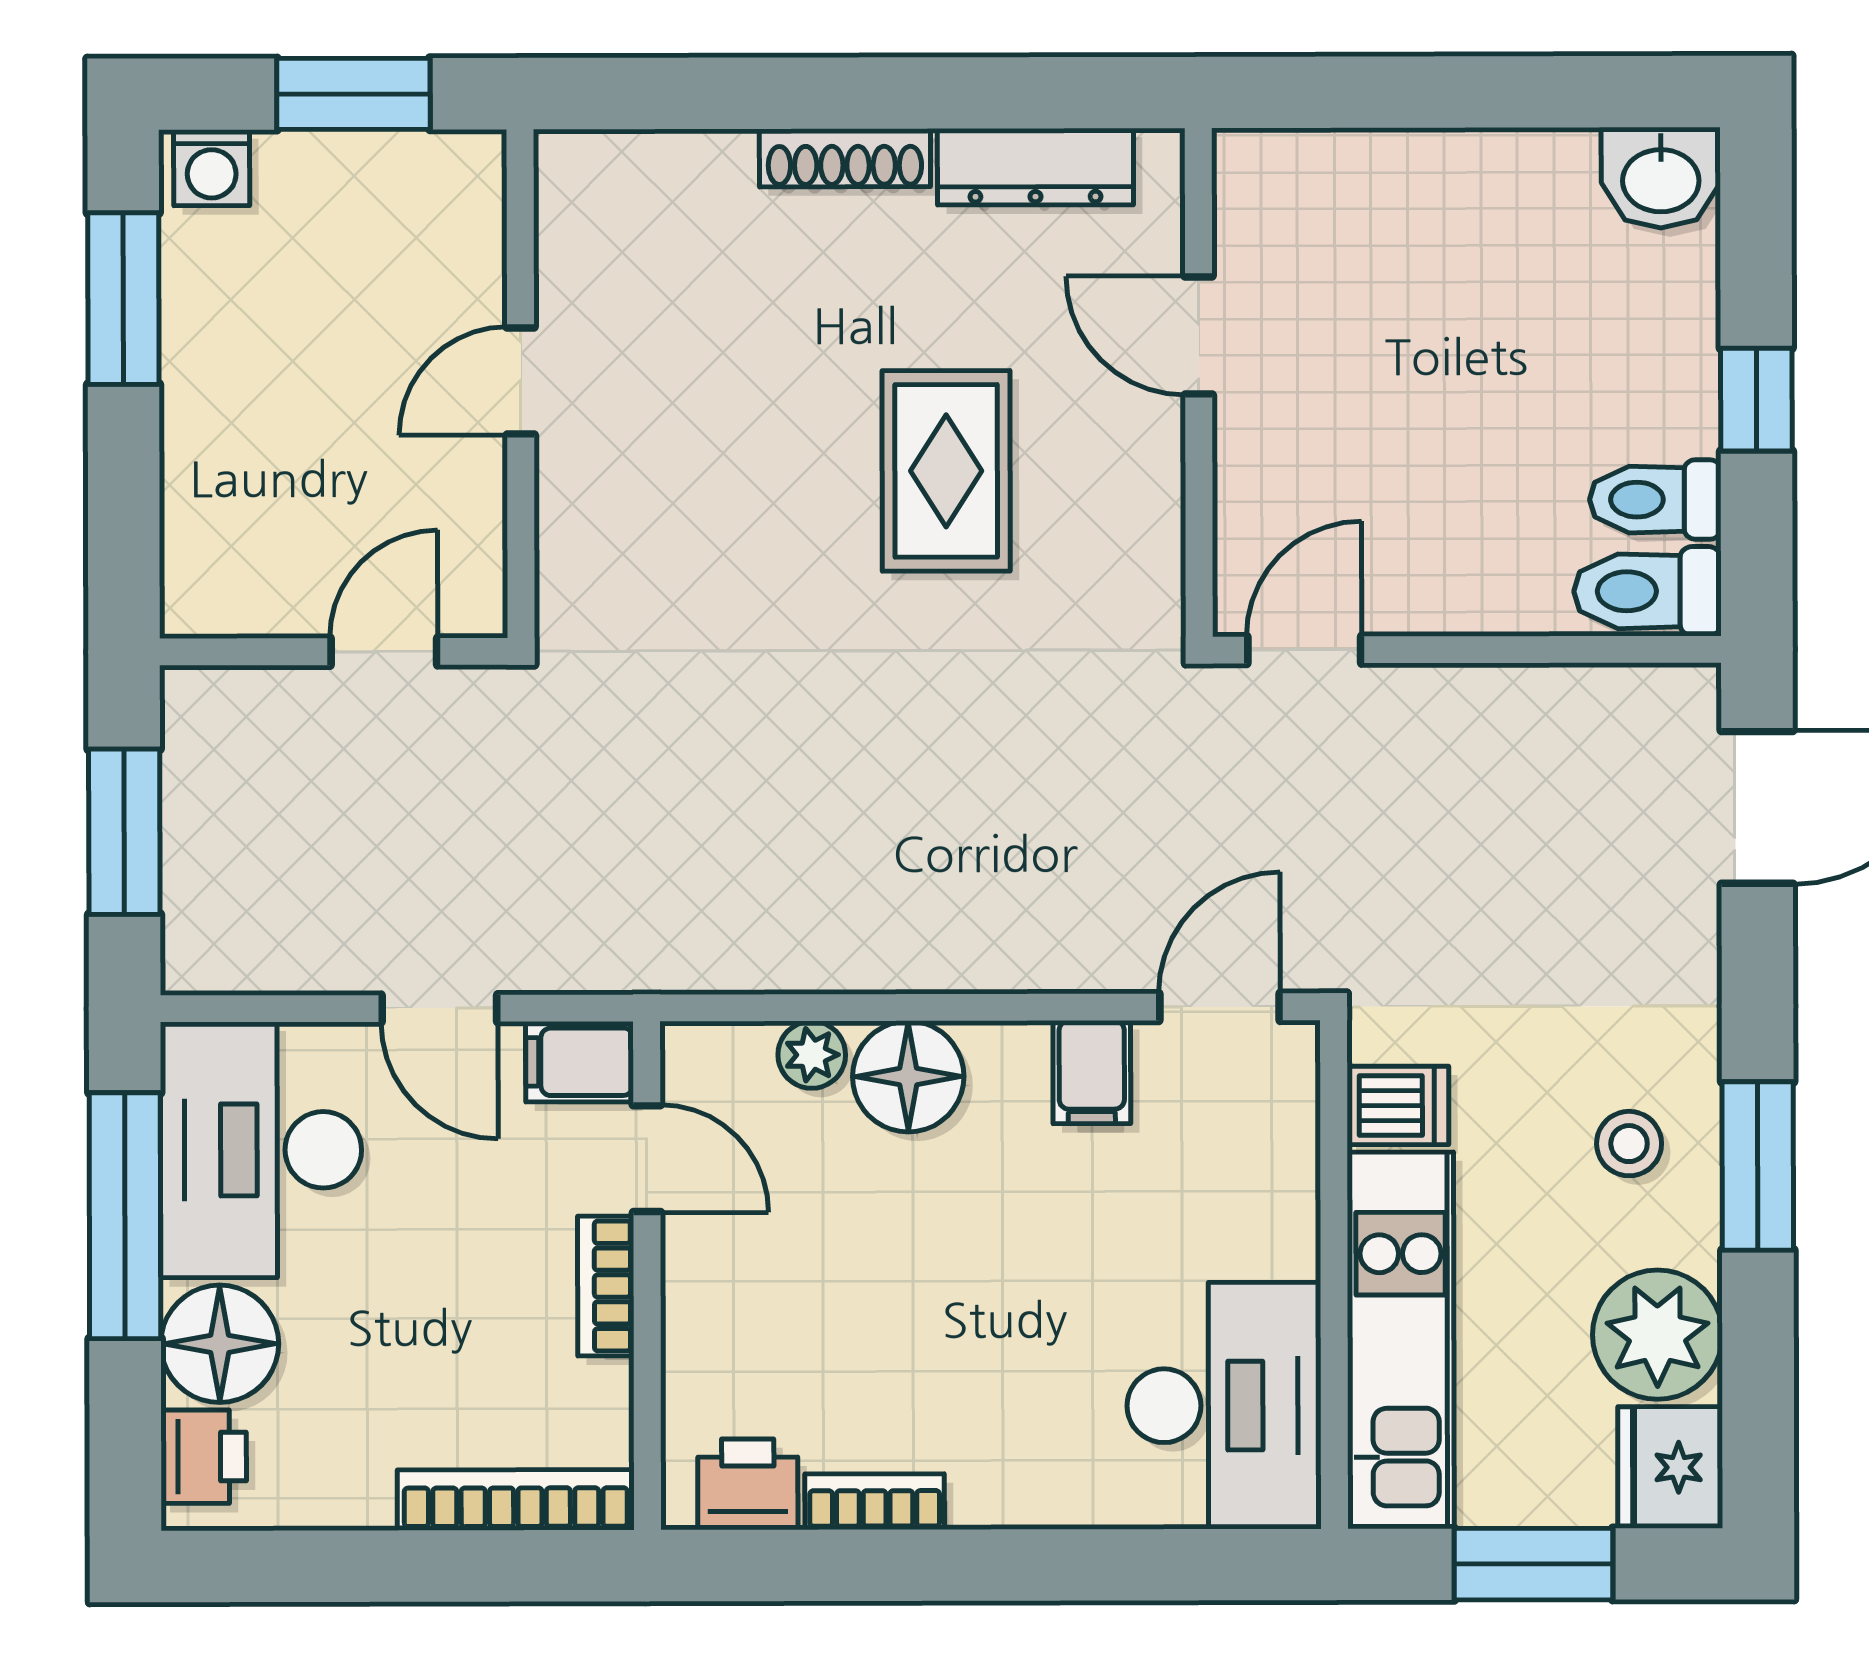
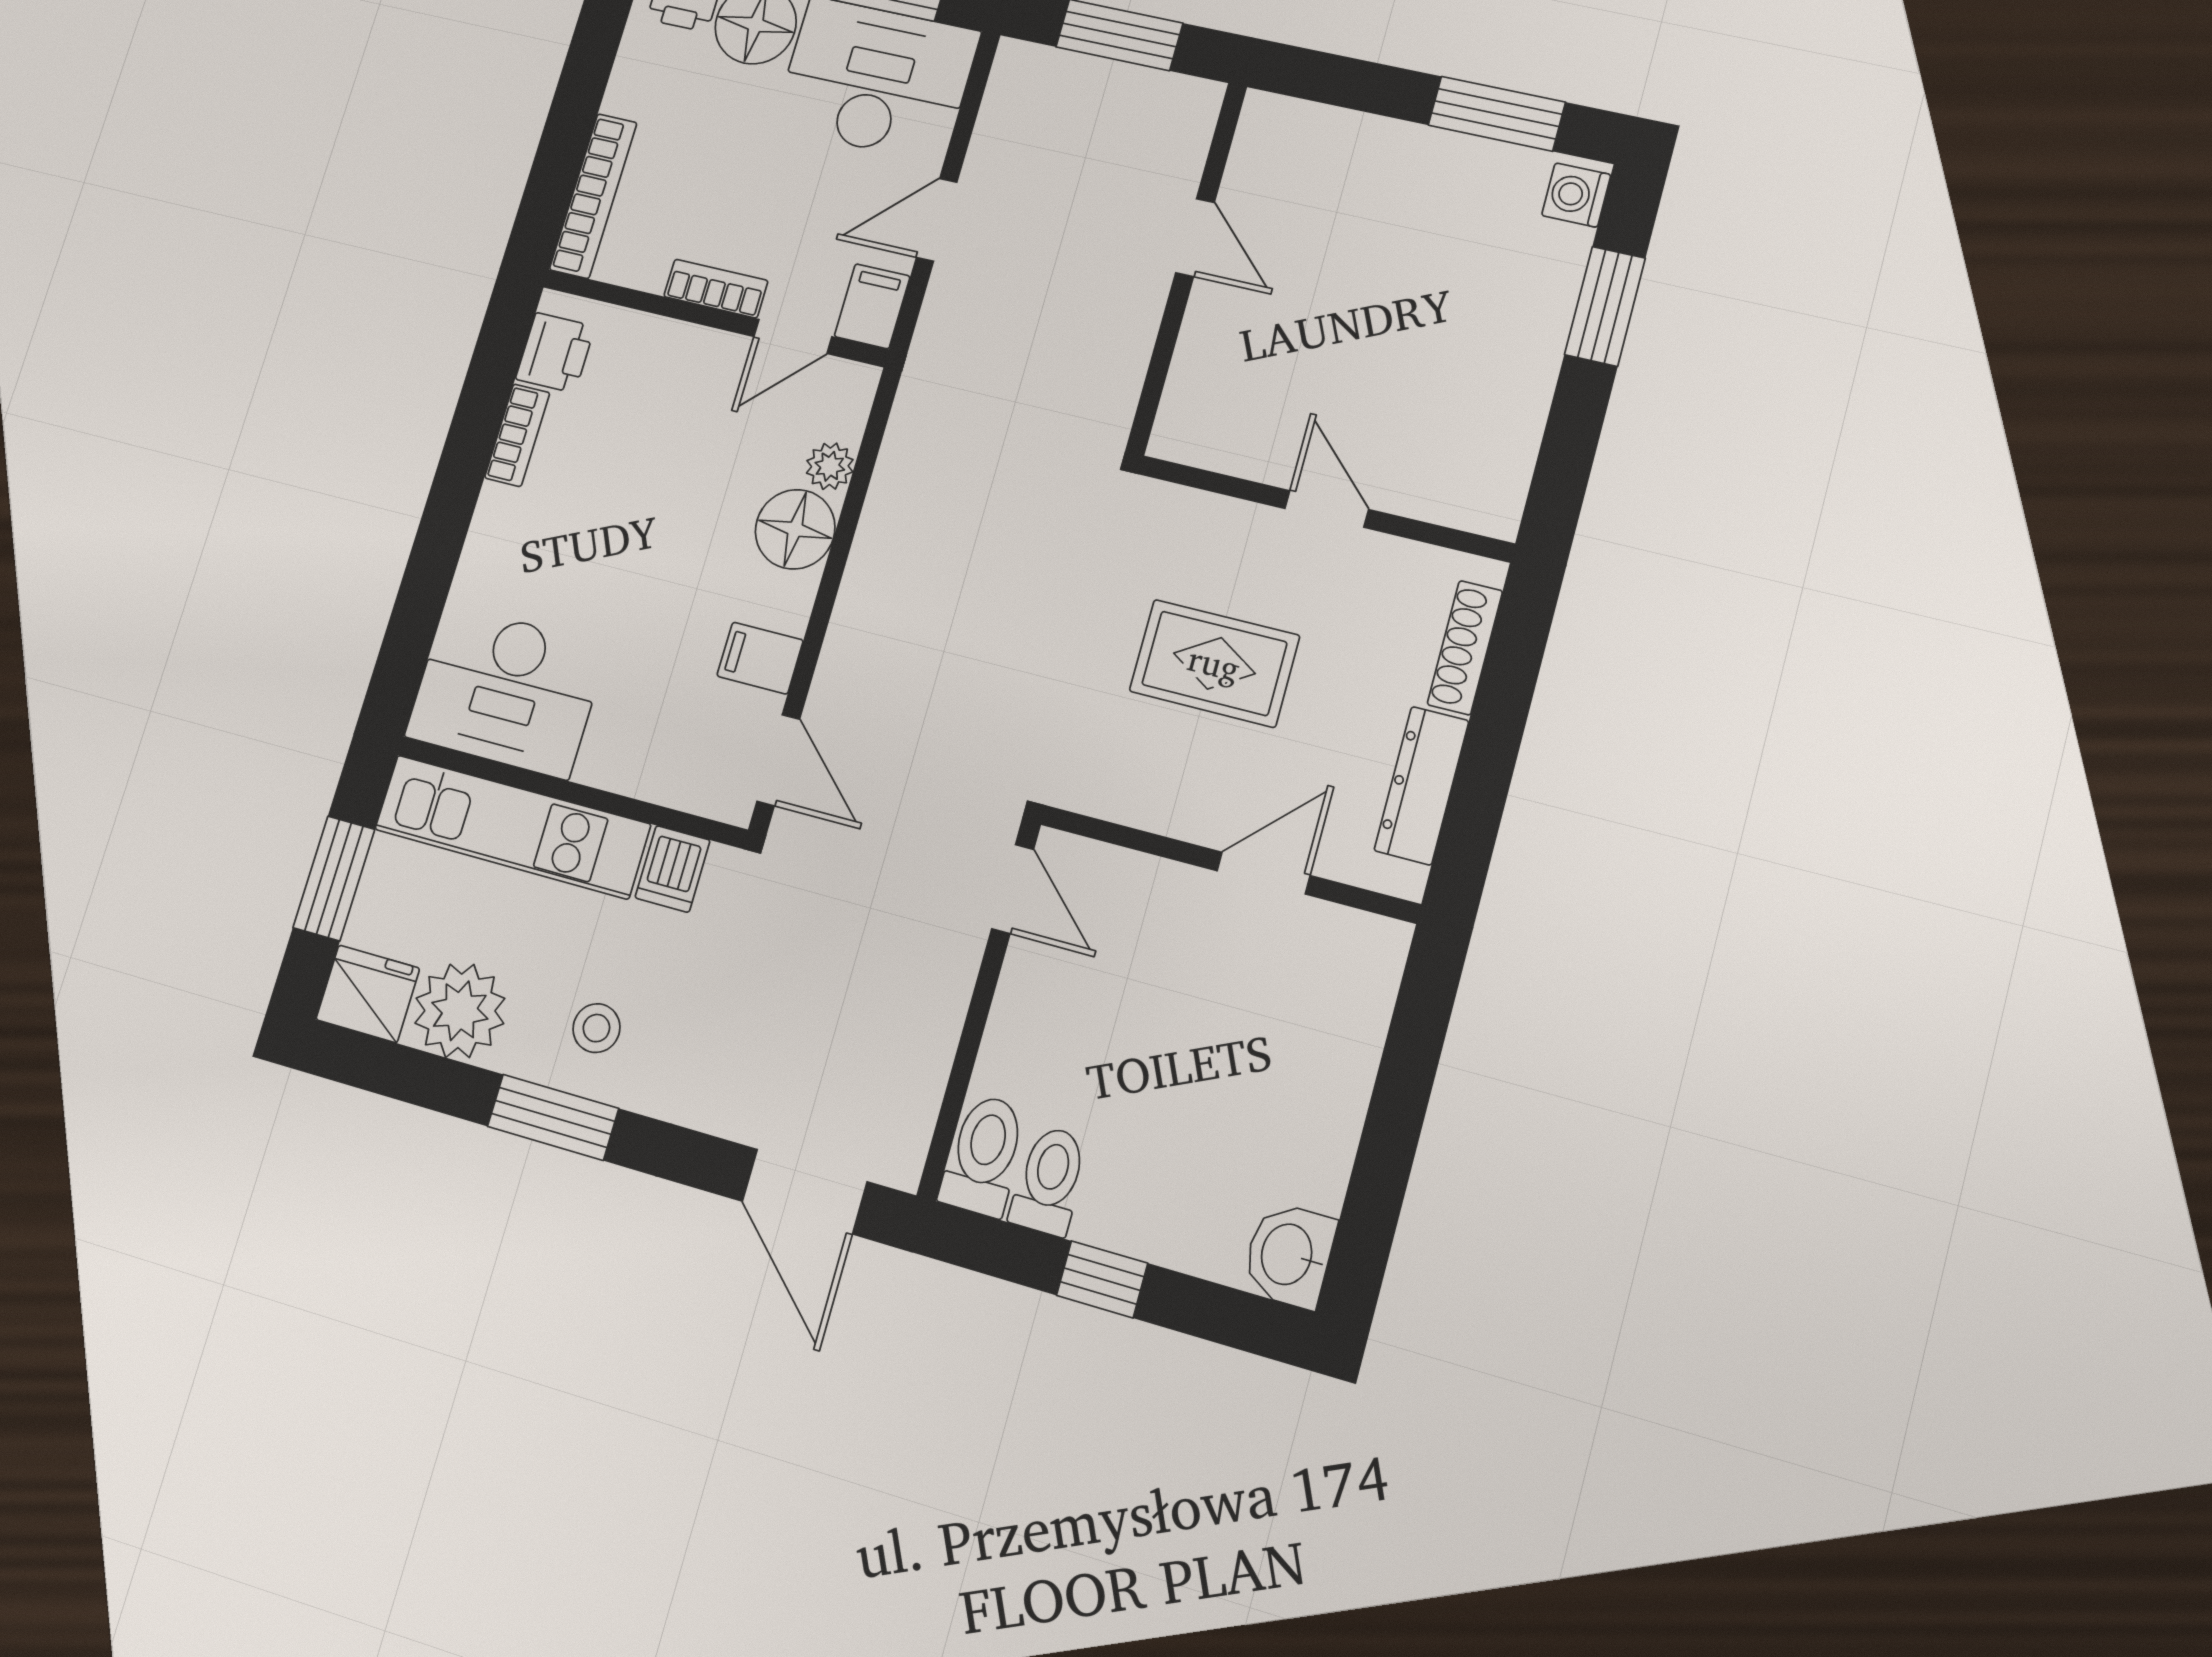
door: (521, 381) -> (1327, 509), moved
wall: (521, 384) -> (1325, 509), moved

